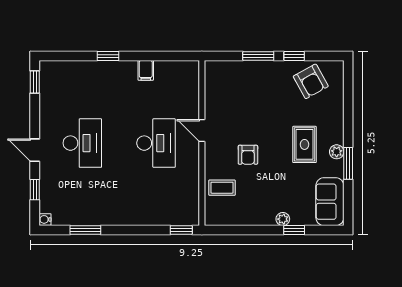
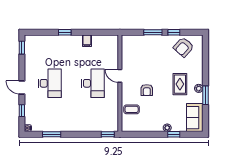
armchair: (311, 81) -> (184, 47), turned 71

